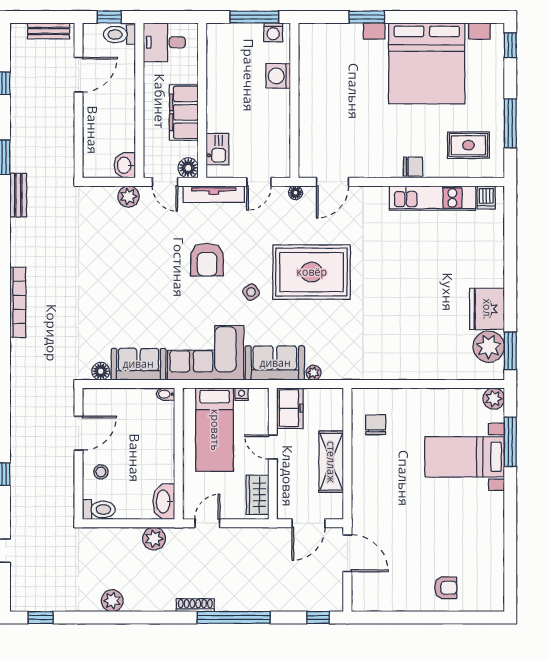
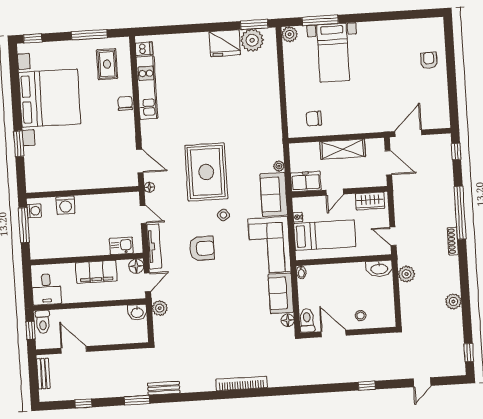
toilet: (99, 509) -> (307, 320), moved

